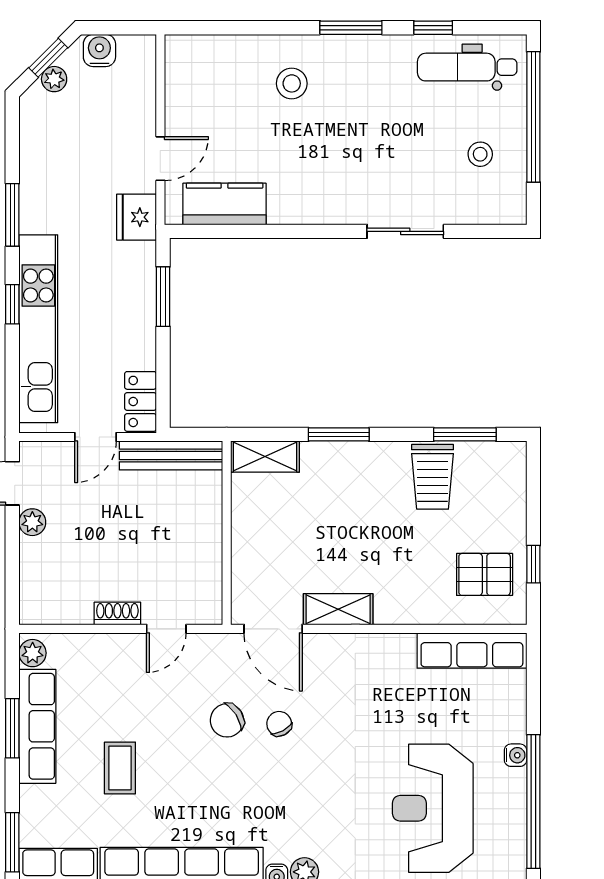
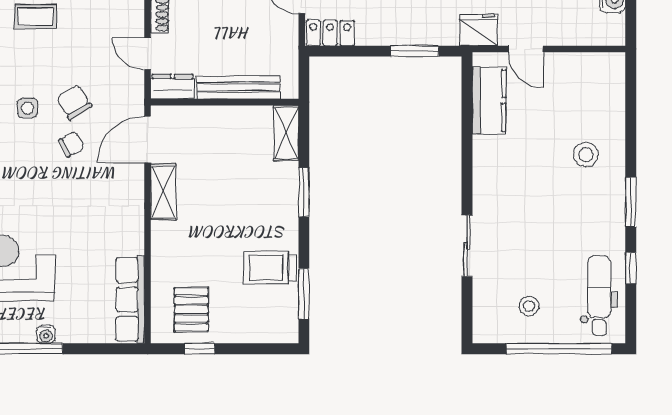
bench: (171, 455) -> (238, 87), moved, turned 90
dresser: (207, 598) -> (173, 87), added
side table: (234, 778) -> (28, 108), added

